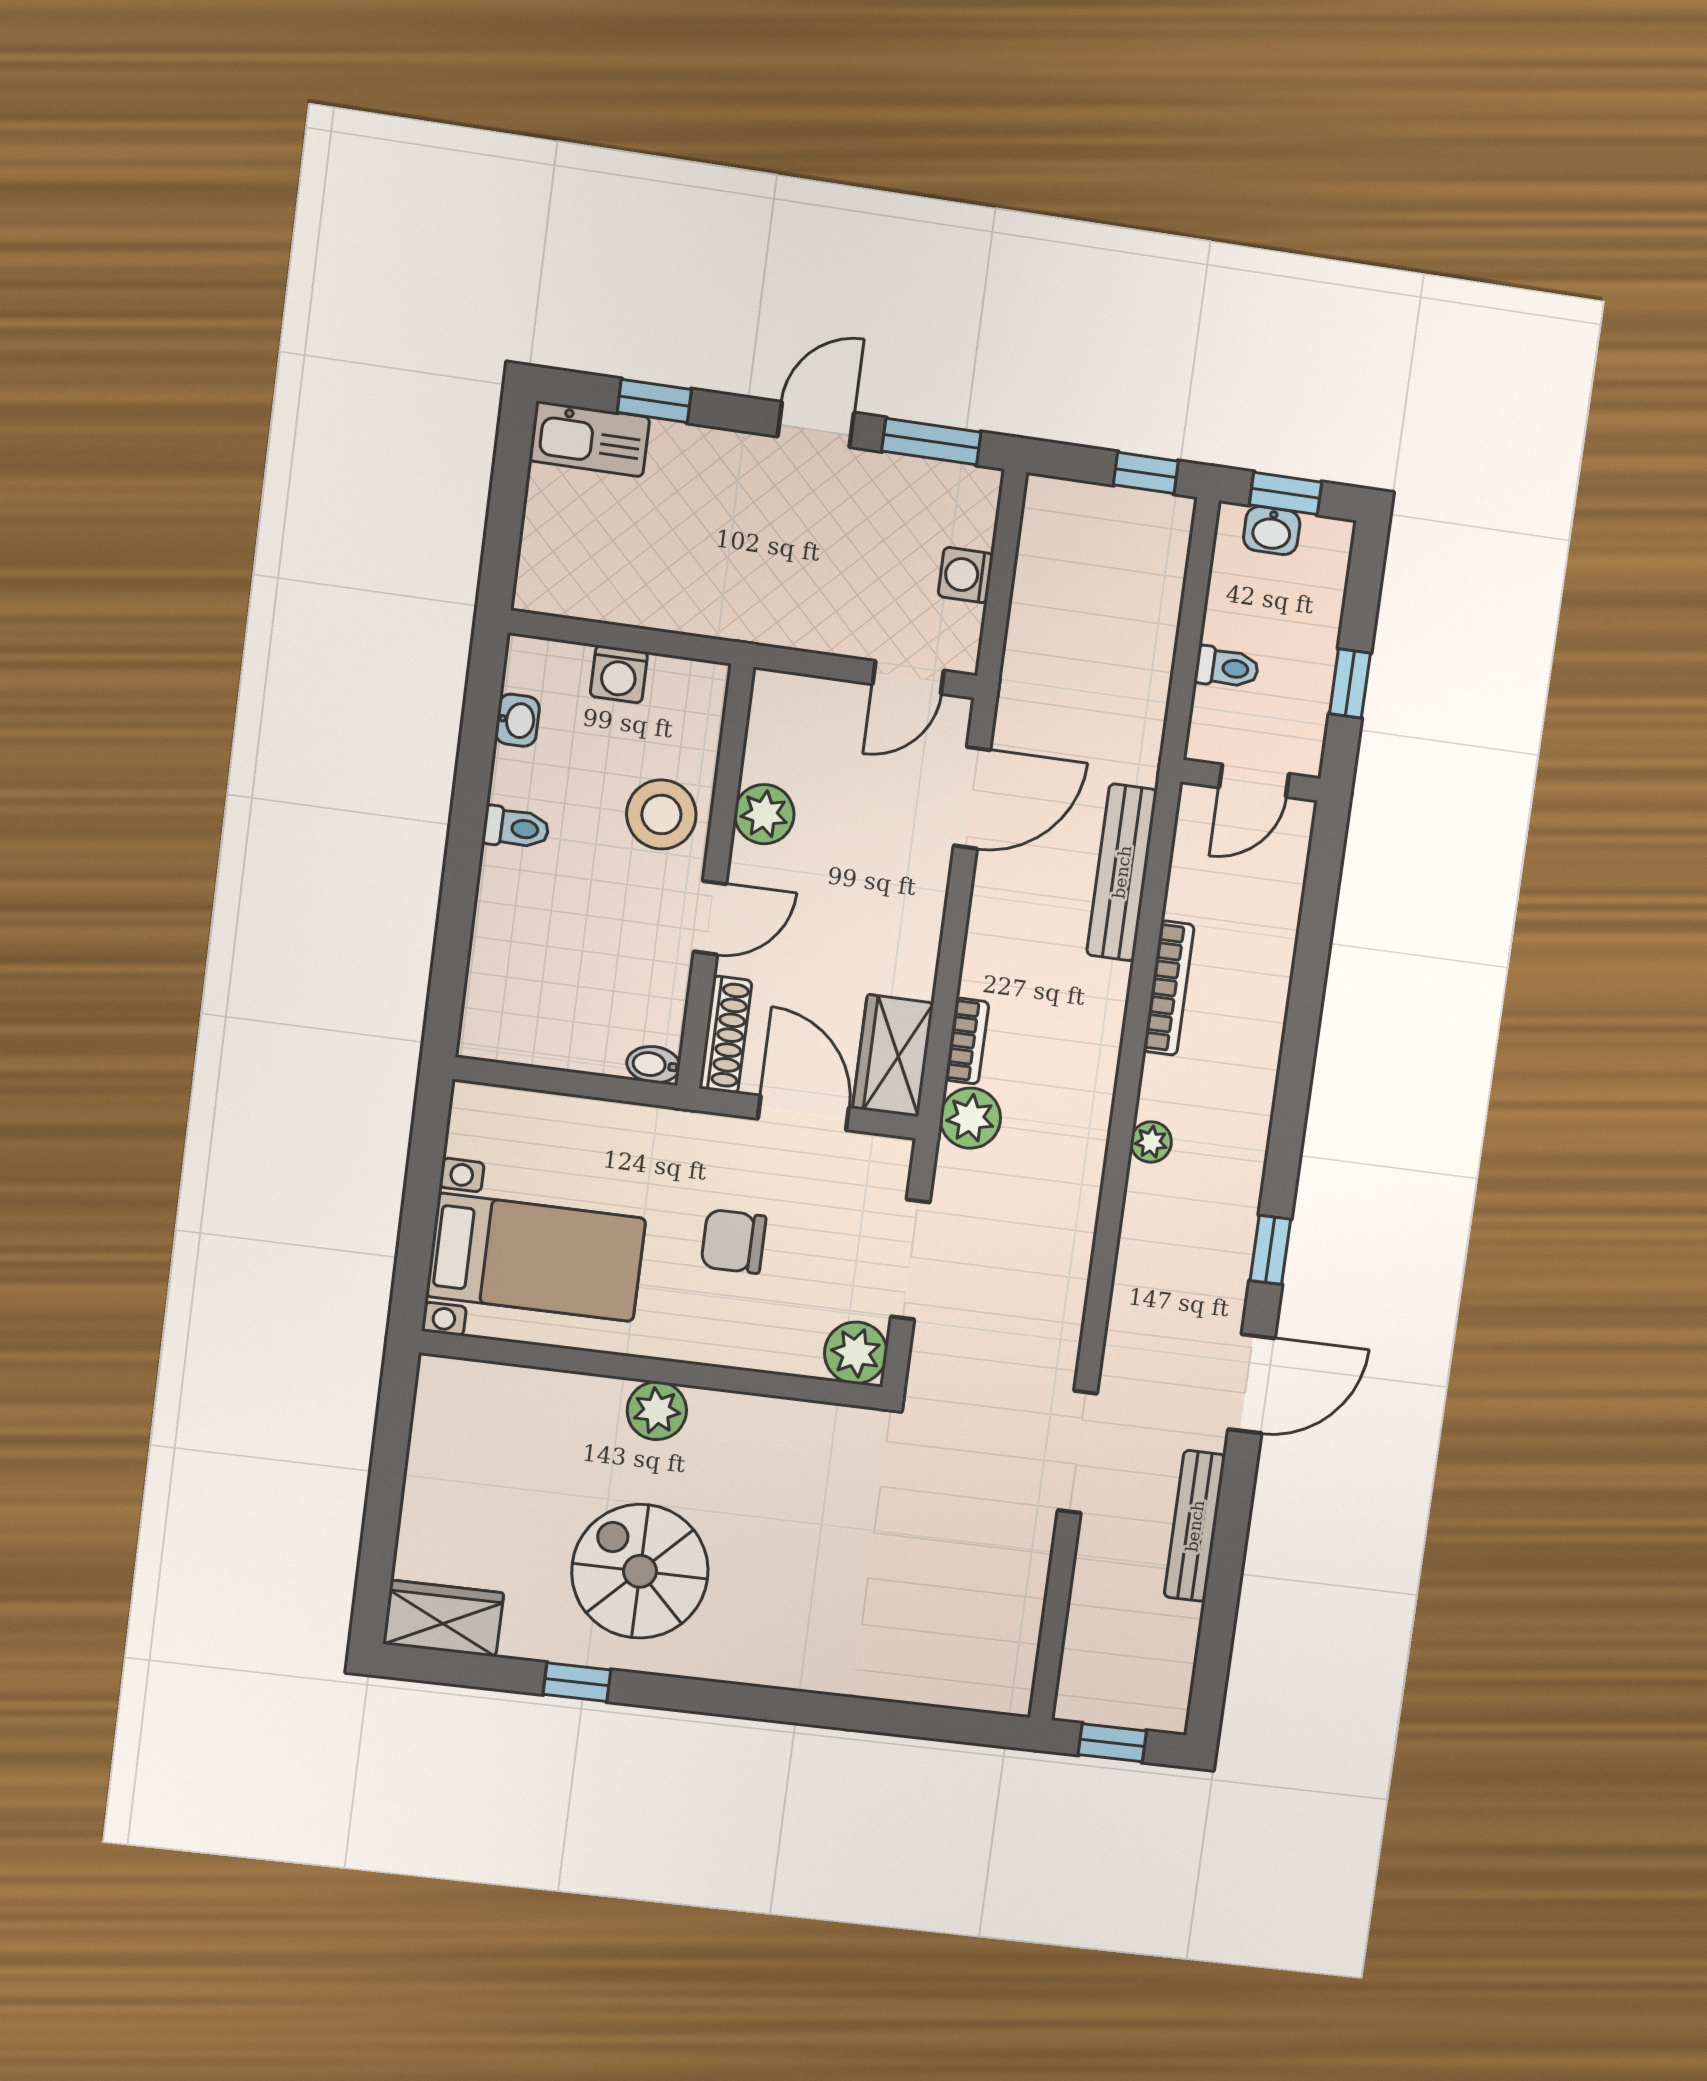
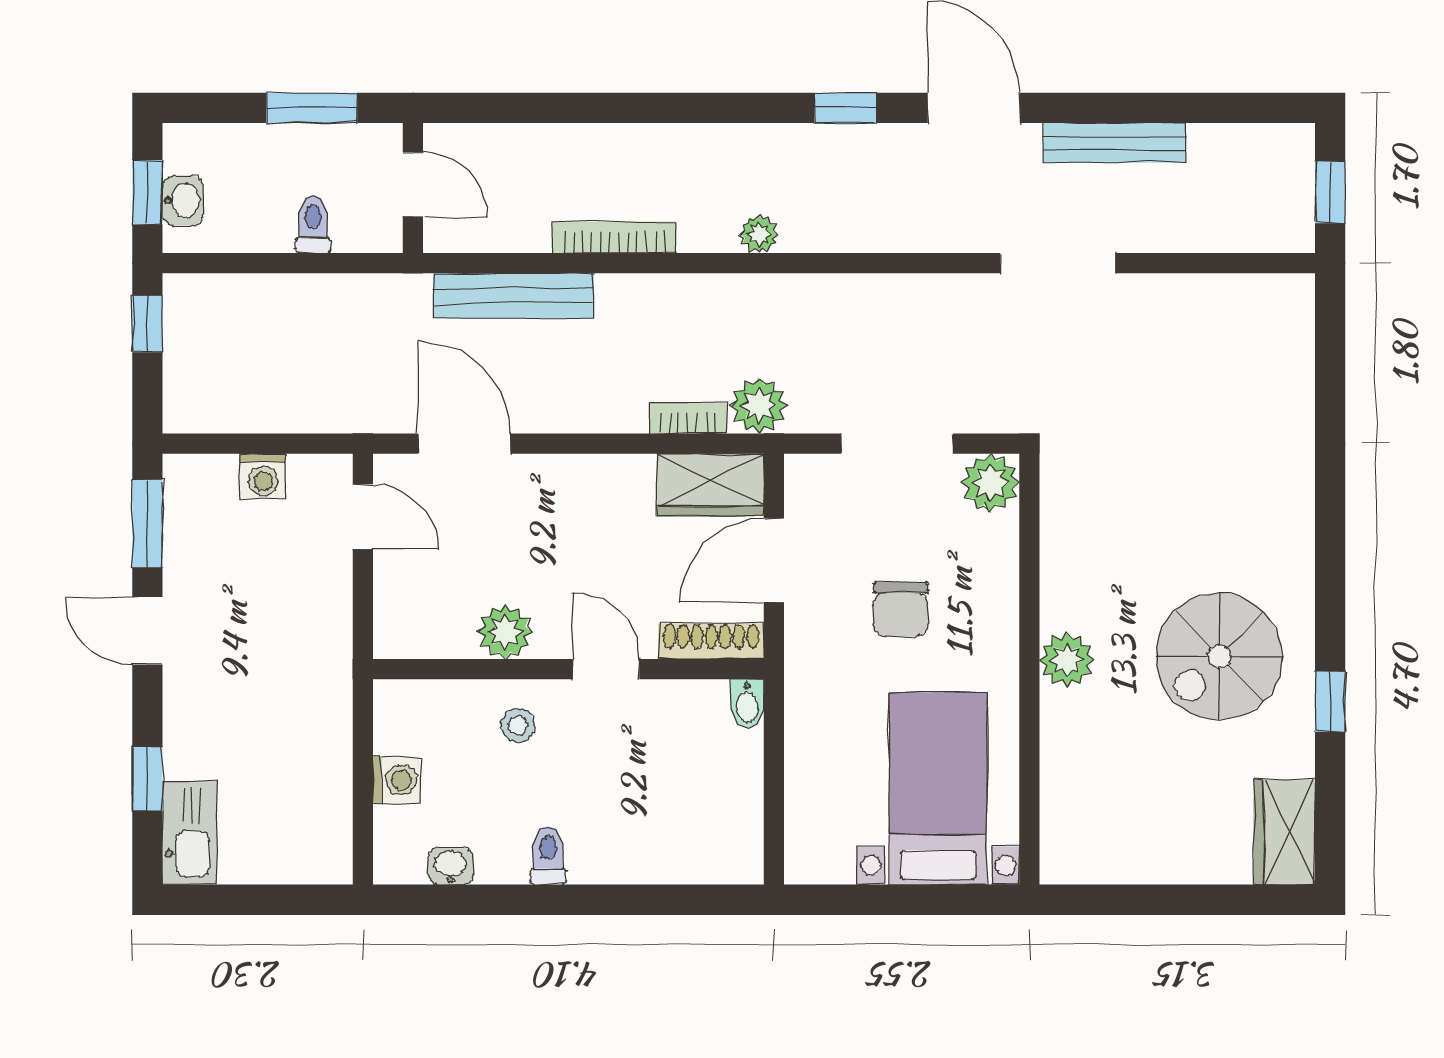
window: (1350, 683) -> (312, 108), width x1.50
stool: (661, 814) -> (518, 725), width x0.53, depth x0.53

